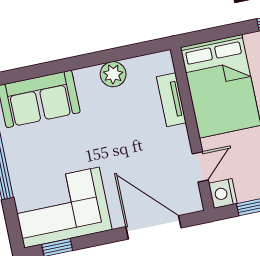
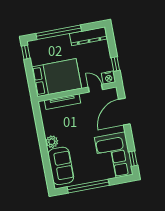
plant: (113, 74) -> (52, 142), moved
tv unit: (171, 100) -> (63, 102), width x1.41

